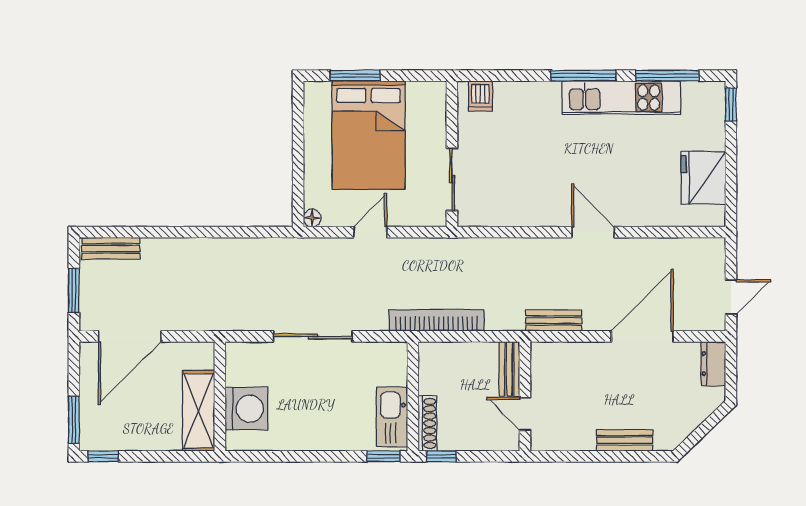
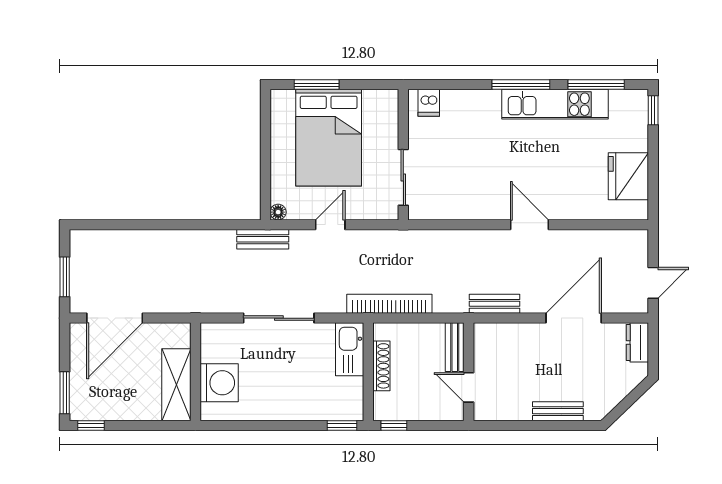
bench: (111, 248) -> (263, 239), moved
kitchen sink: (392, 417) -> (350, 349), moved
shoe rack: (427, 423) -> (381, 366), moved

